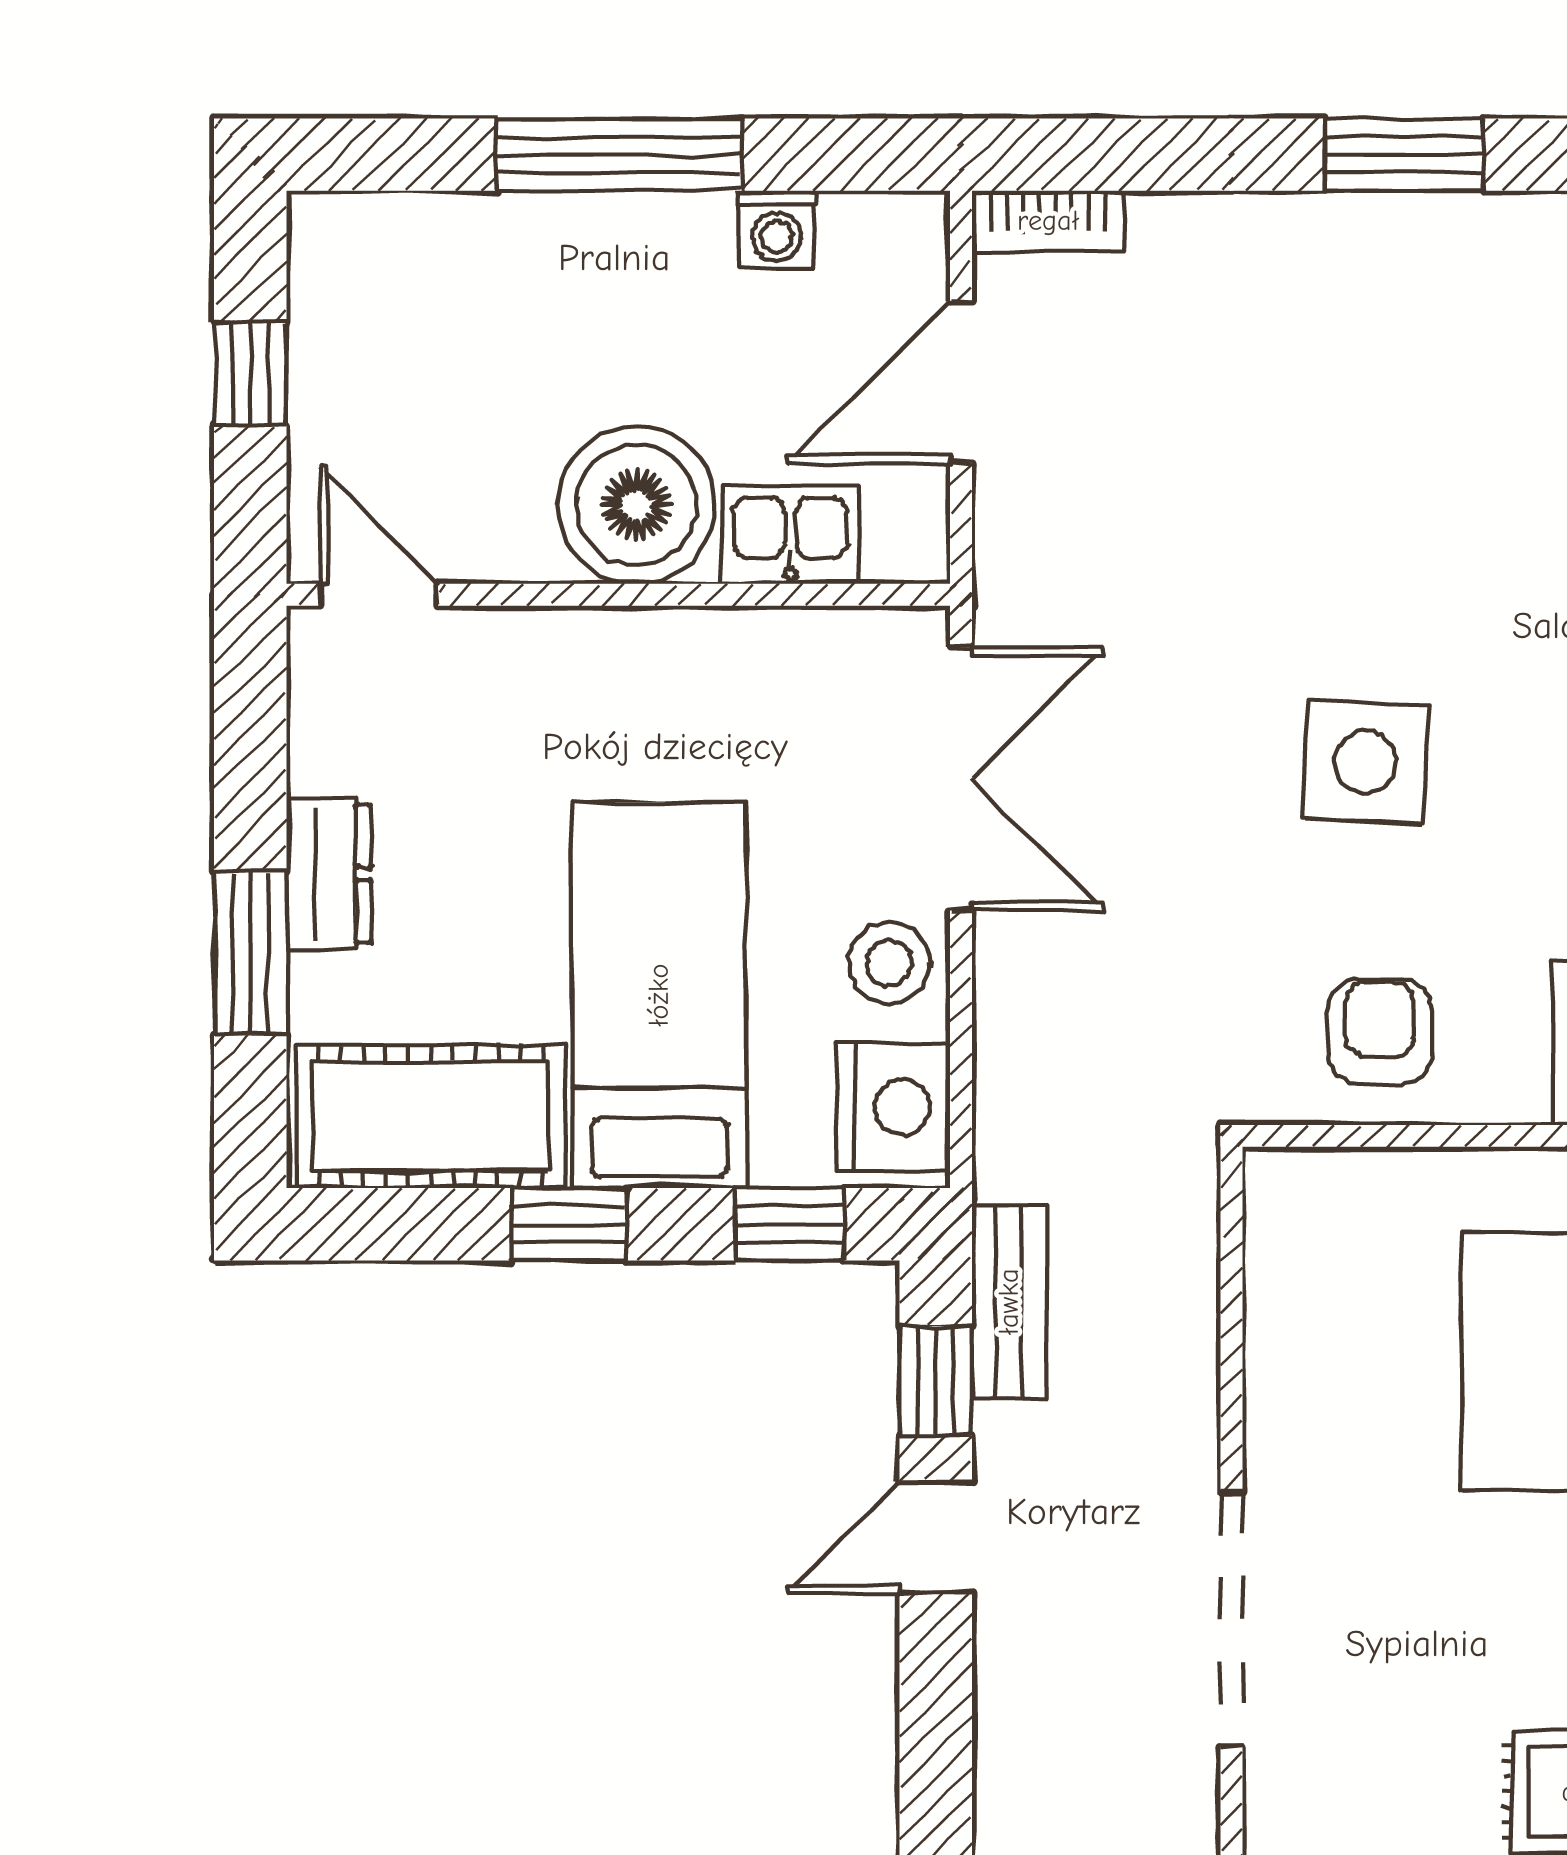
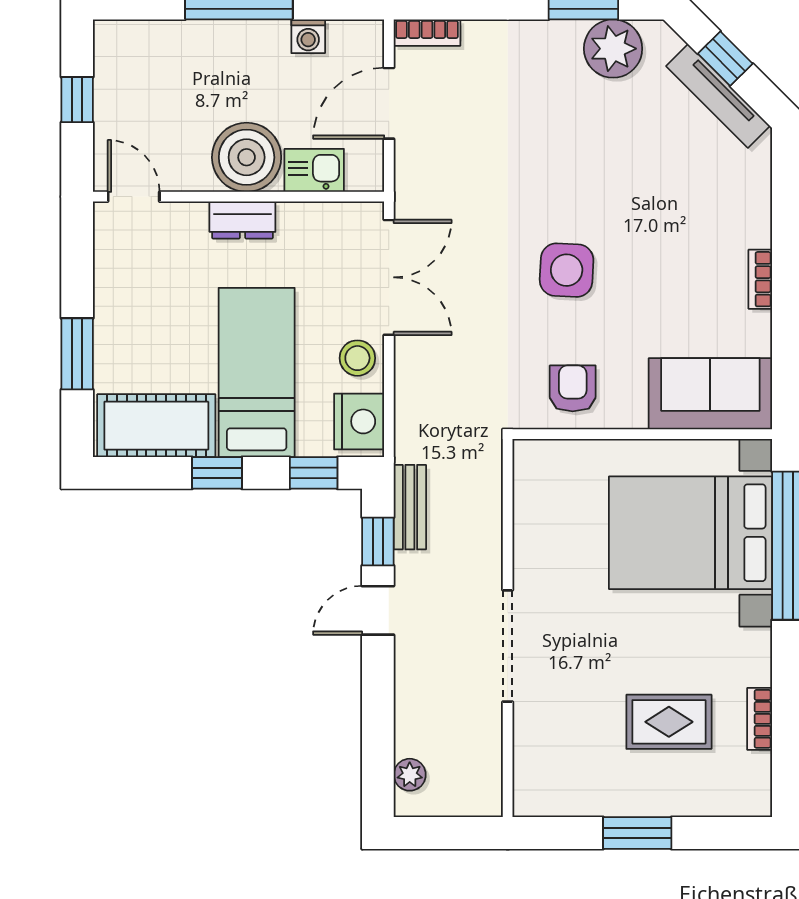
plant: (1472, 257) -> (613, 49), added
dresser: (329, 874) -> (242, 220), moved, turned 90

